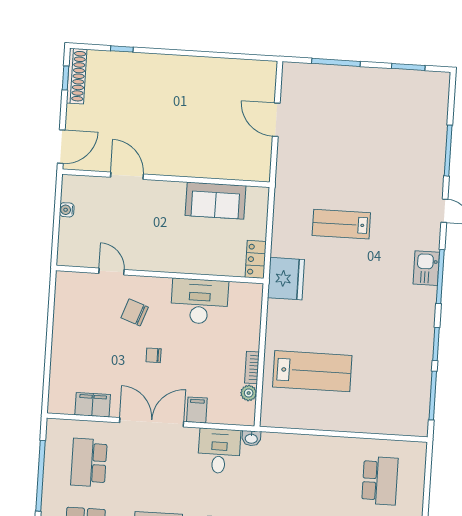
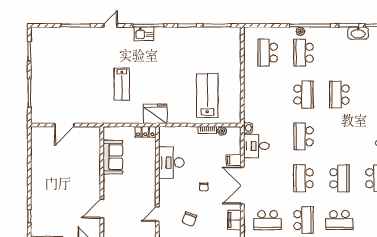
chair: (135, 312) -> (189, 219), moved
school desk: (380, 481) -> (268, 53), turned -90

